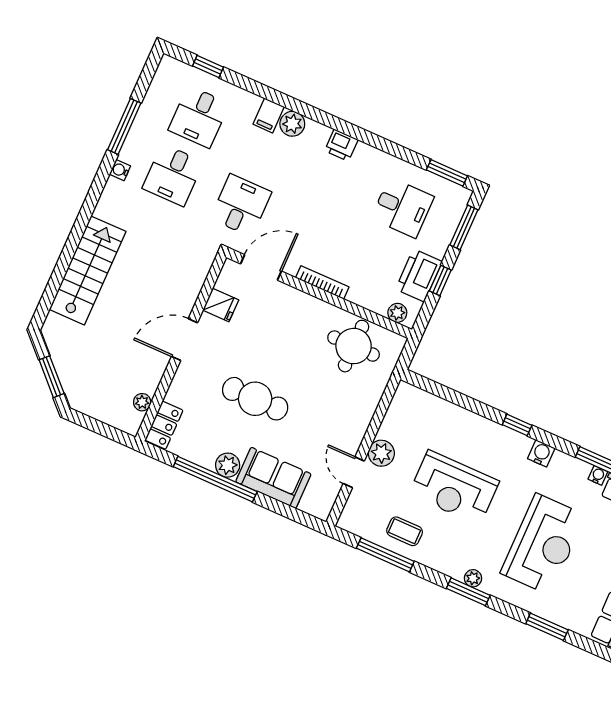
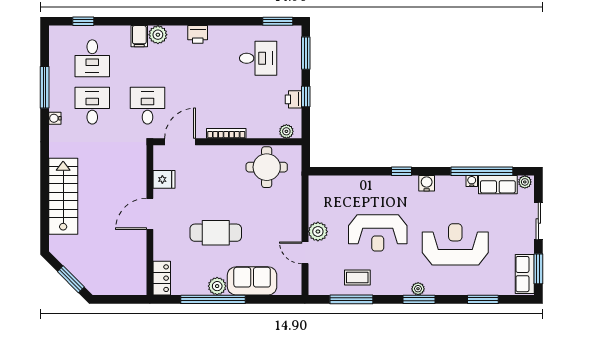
desk: (173, 175) -> (92, 106), turned 180
printer: (419, 275) -> (293, 99), width x0.53, depth x0.68
plant: (142, 402) -> (140, 269), removed
reception desk: (543, 544) -> (455, 244), turned -90

